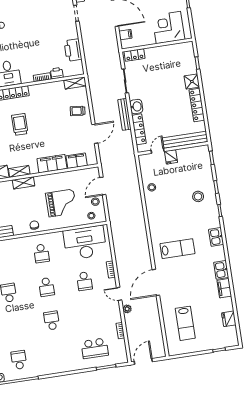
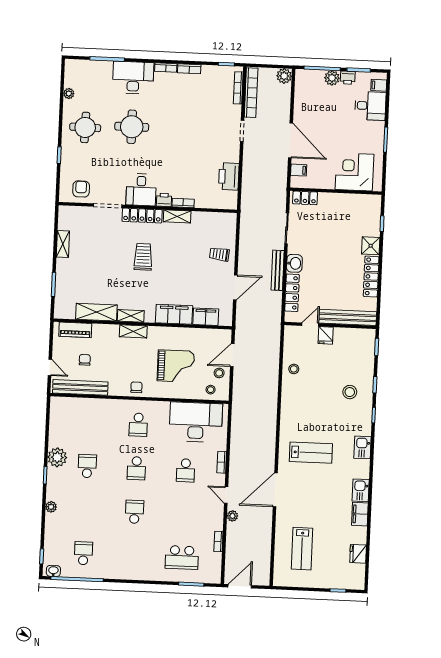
printer: (57, 73) -> (164, 200), moved
shelving: (75, 83) -> (177, 216), moved

